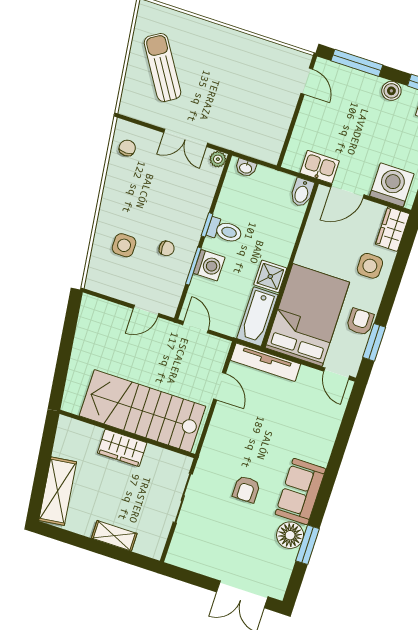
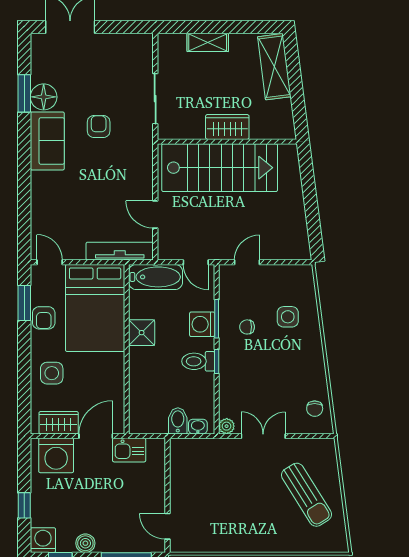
bidet: (302, 192) -> (178, 421), moved
wardrobe: (393, 229) -> (59, 423), moved, turned -90
bathtub: (257, 317) -> (156, 277), moved, turned 90

